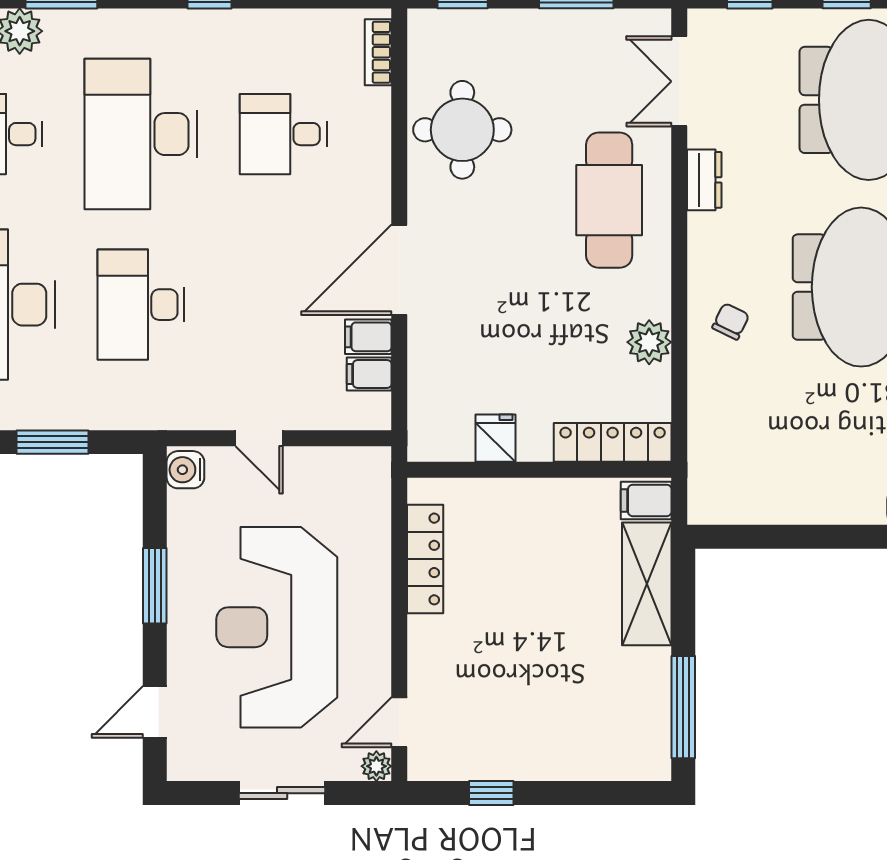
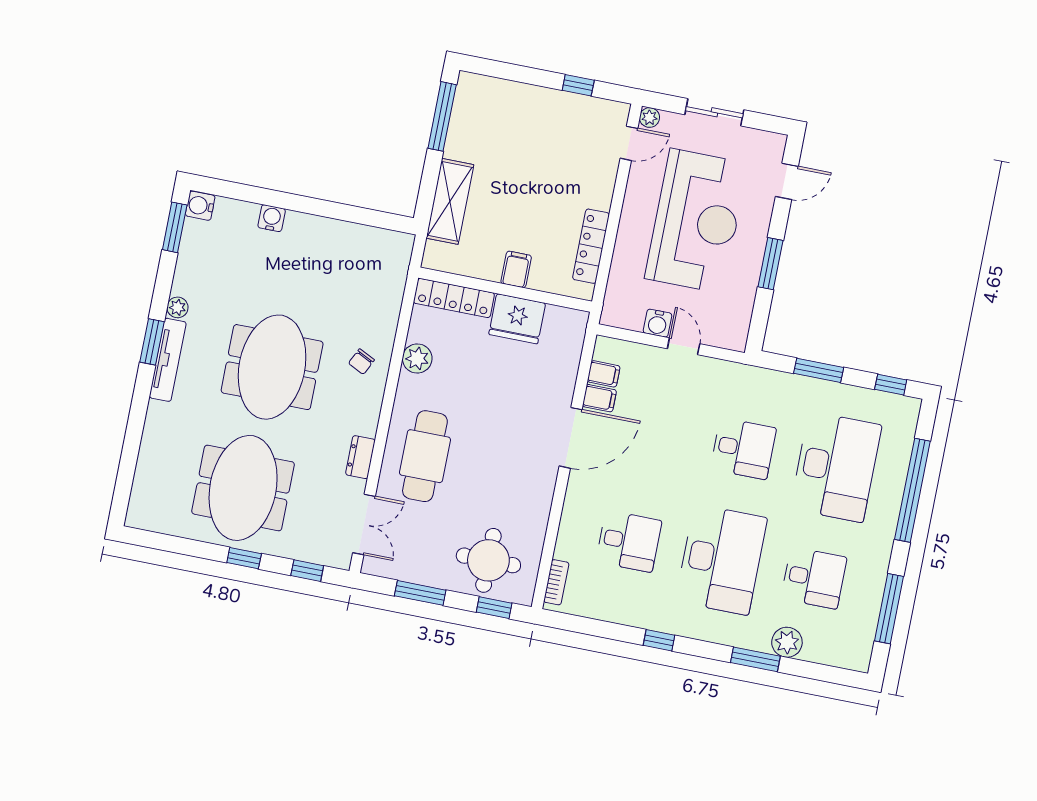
round table: (462, 130) -> (488, 560), moved
desk: (141, 305) -> (743, 449), width x0.73
fridge: (496, 438) -> (517, 319), width x1.88, depth x1.34
water cooler: (185, 470) -> (658, 323), moved, turned 90
filing cabinet: (646, 500) -> (516, 269), moved, turned -90

